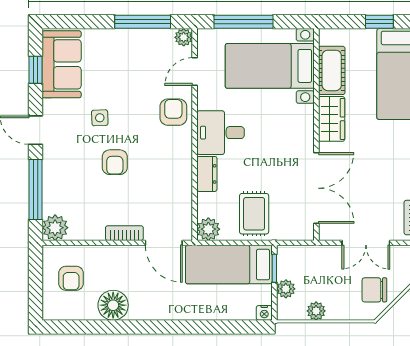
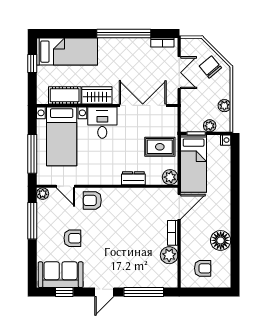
side table: (100, 118) -> (96, 249), removed
desk: (221, 133) -> (102, 123), moved, turned 180
armchair: (115, 162) -> (72, 238), moved
plant: (55, 228) -> (169, 255), moved
chair: (374, 290) -> (210, 67), turned 140

